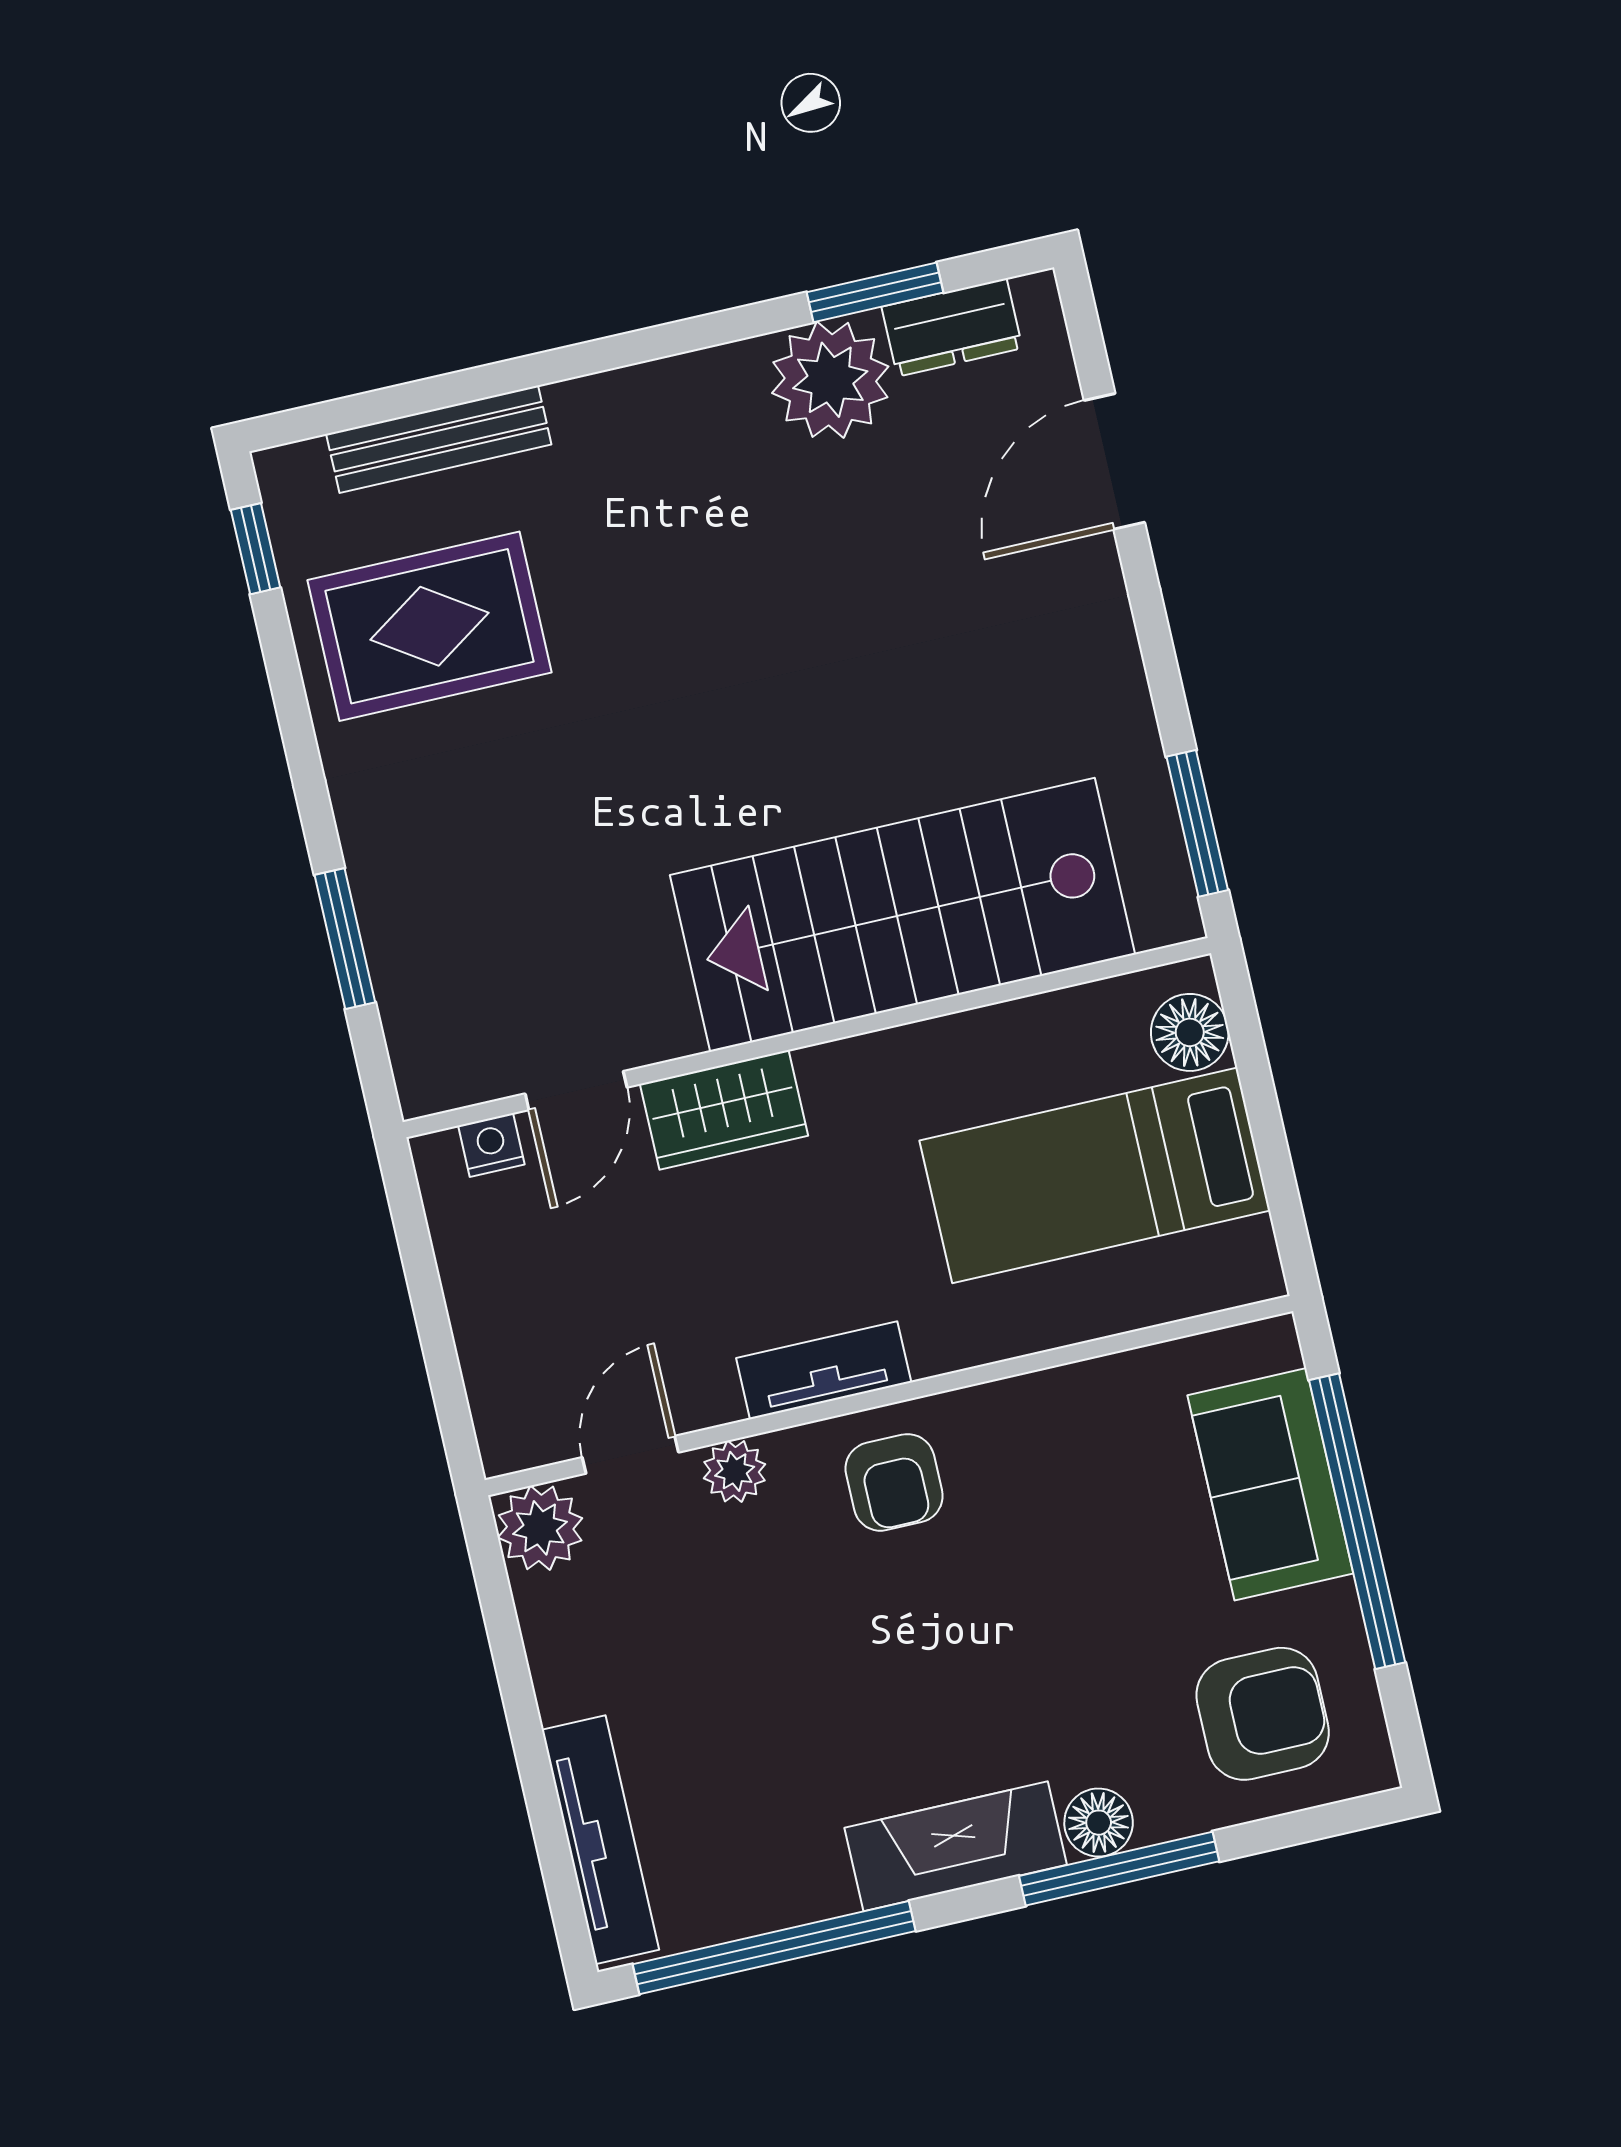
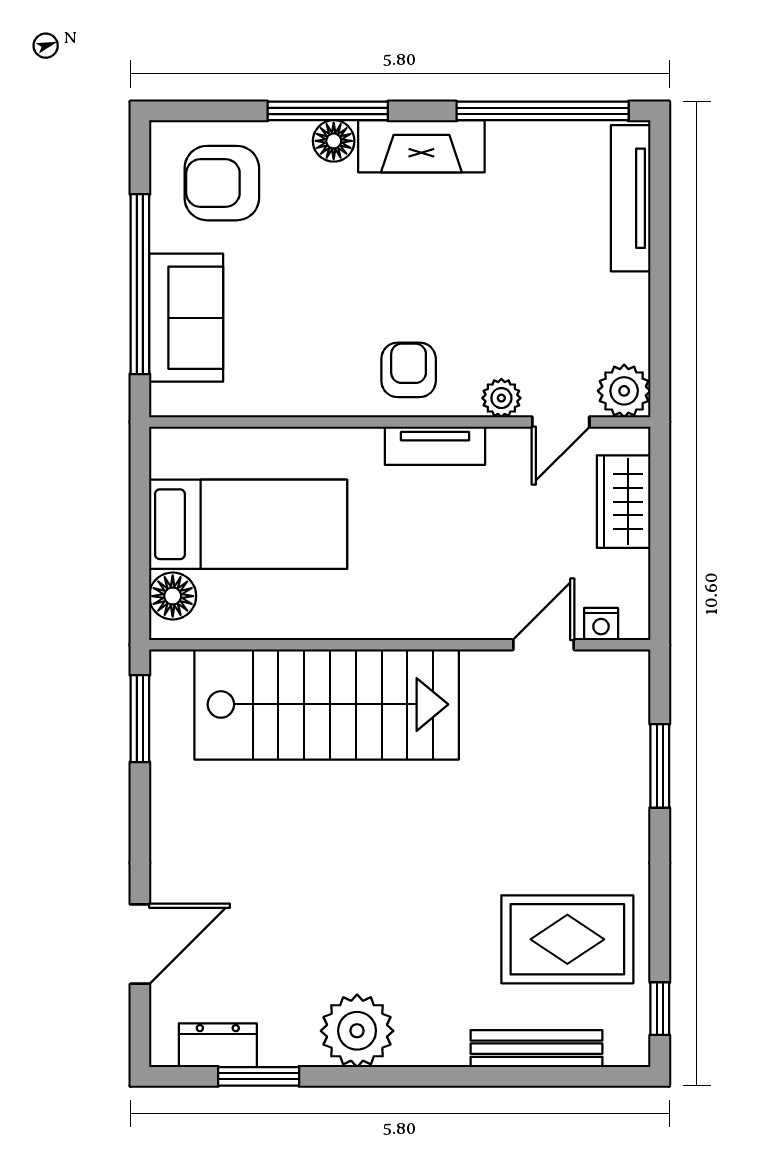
plant: (830, 380) -> (357, 1031), moved
wardrobe: (724, 1110) -> (624, 502), moved, turned -90

